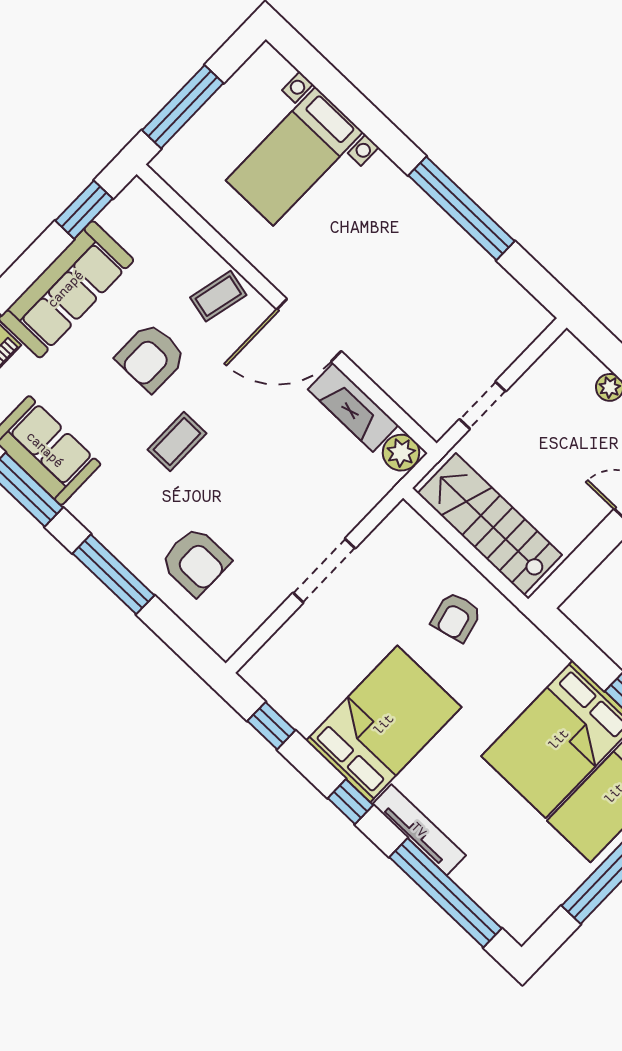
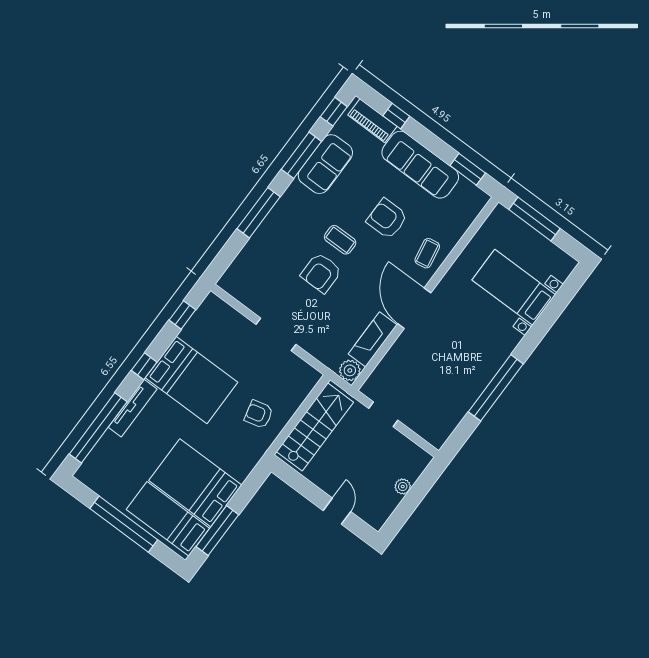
coffee table: (218, 296) -> (427, 253), turned 67
armchair: (195, 561) -> (321, 273), moved

